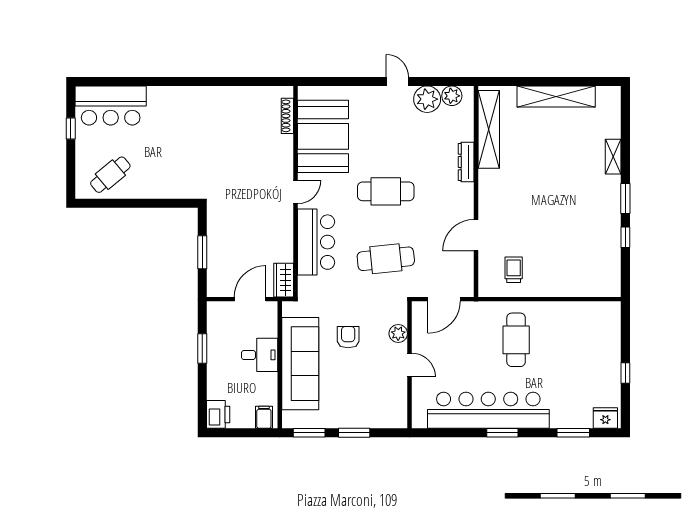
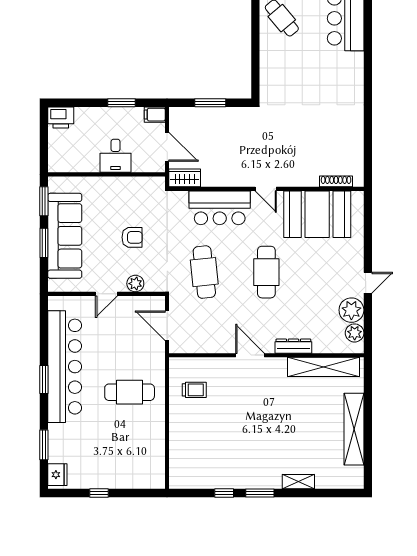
door: (476, 235) -> (250, 355), moved
sofa: (300, 364) -> (65, 236), moved, turned -90
filing cabinet: (264, 417) -> (155, 115), moved, turned 180

